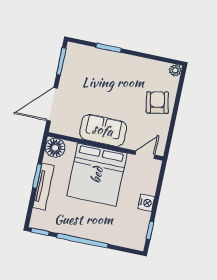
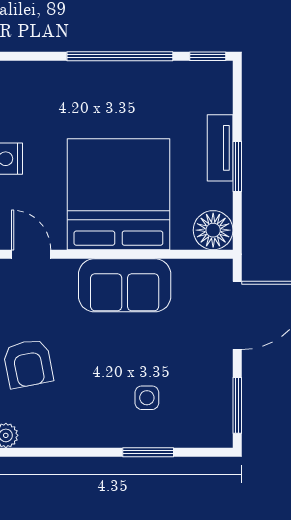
side table: (104, 74) -> (147, 398), added
door: (145, 155) -> (31, 254), swing flipped
tv unit: (43, 187) -> (220, 148), width x0.71

